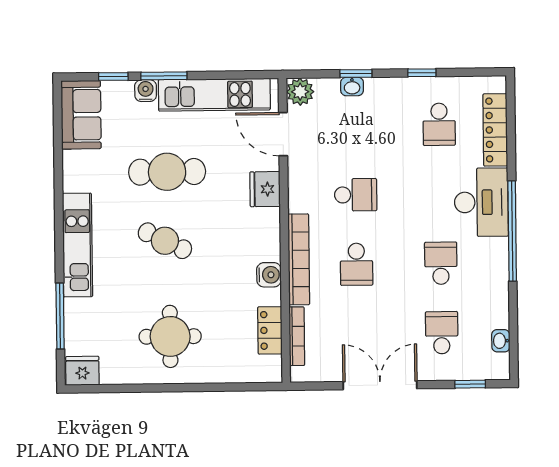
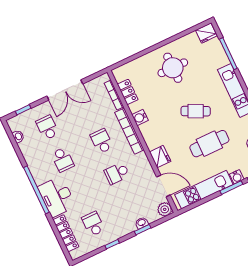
school desk: (442, 333) -> (47, 128), turned 180

